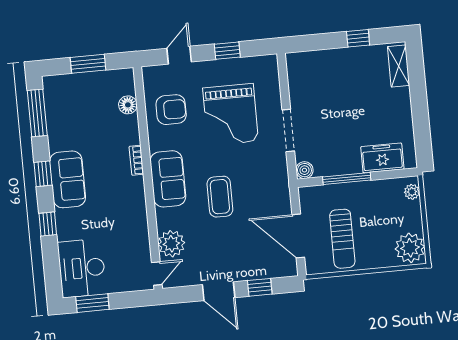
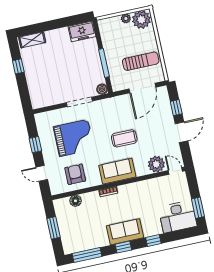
freezer: (382, 158) -> (82, 32), moved, turned -90
plant: (412, 192) -> (126, 19), moved

